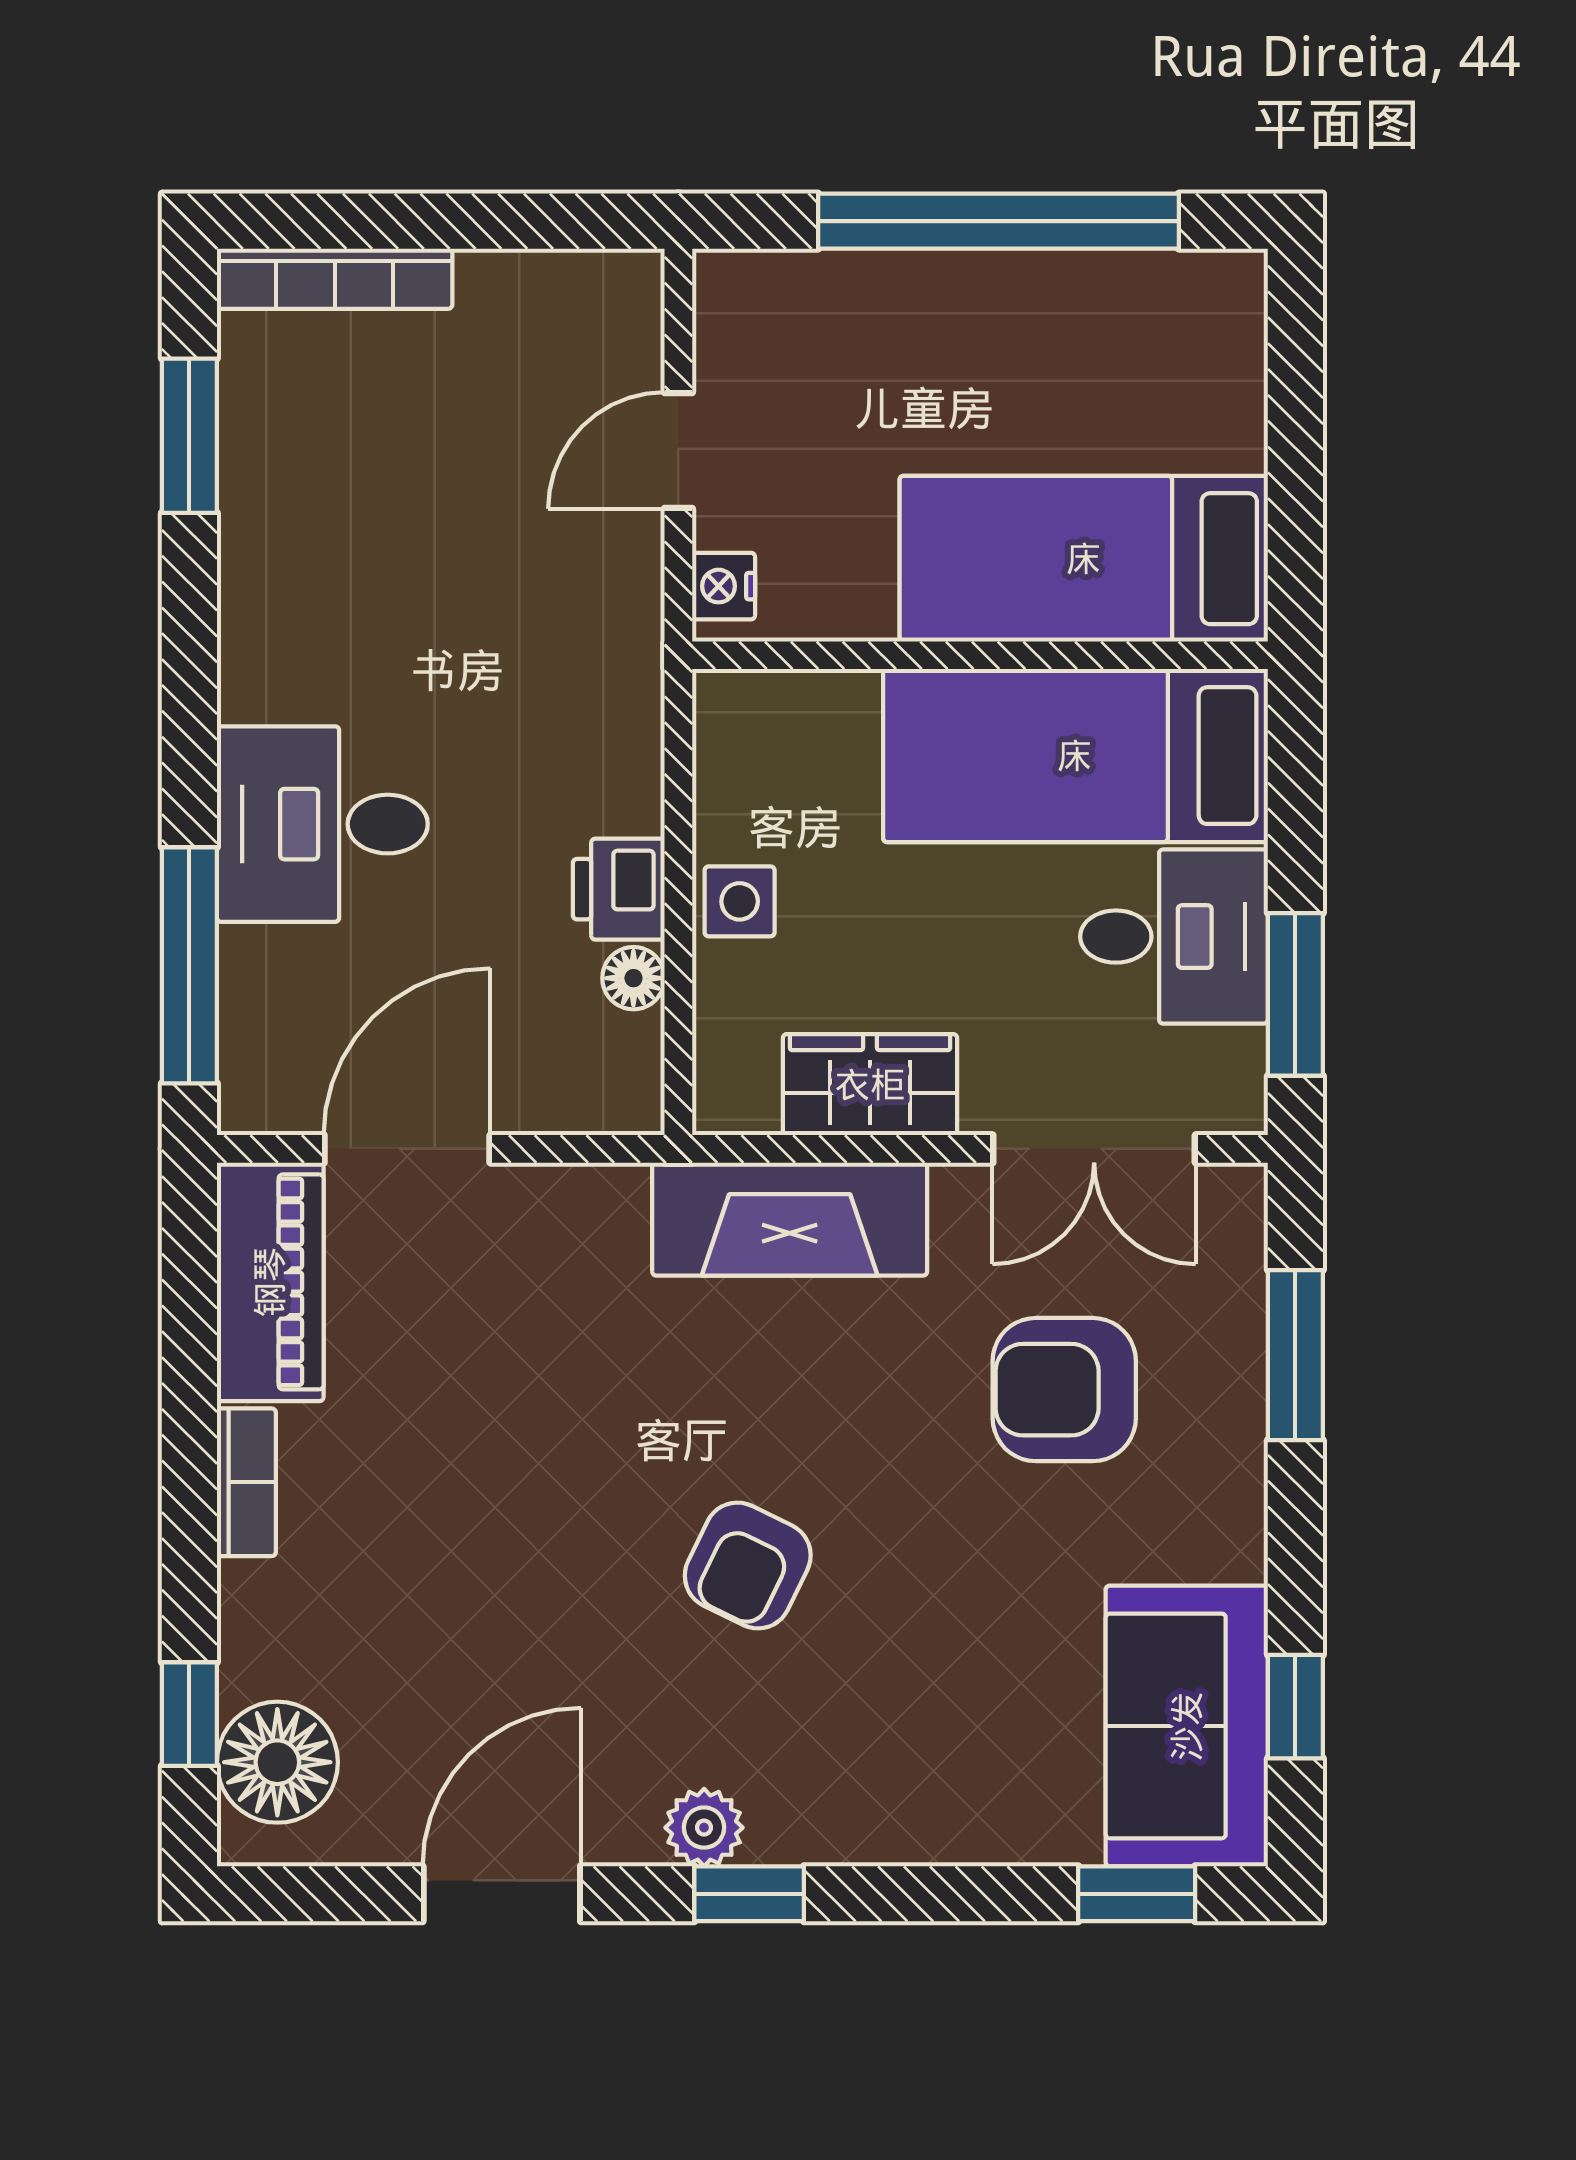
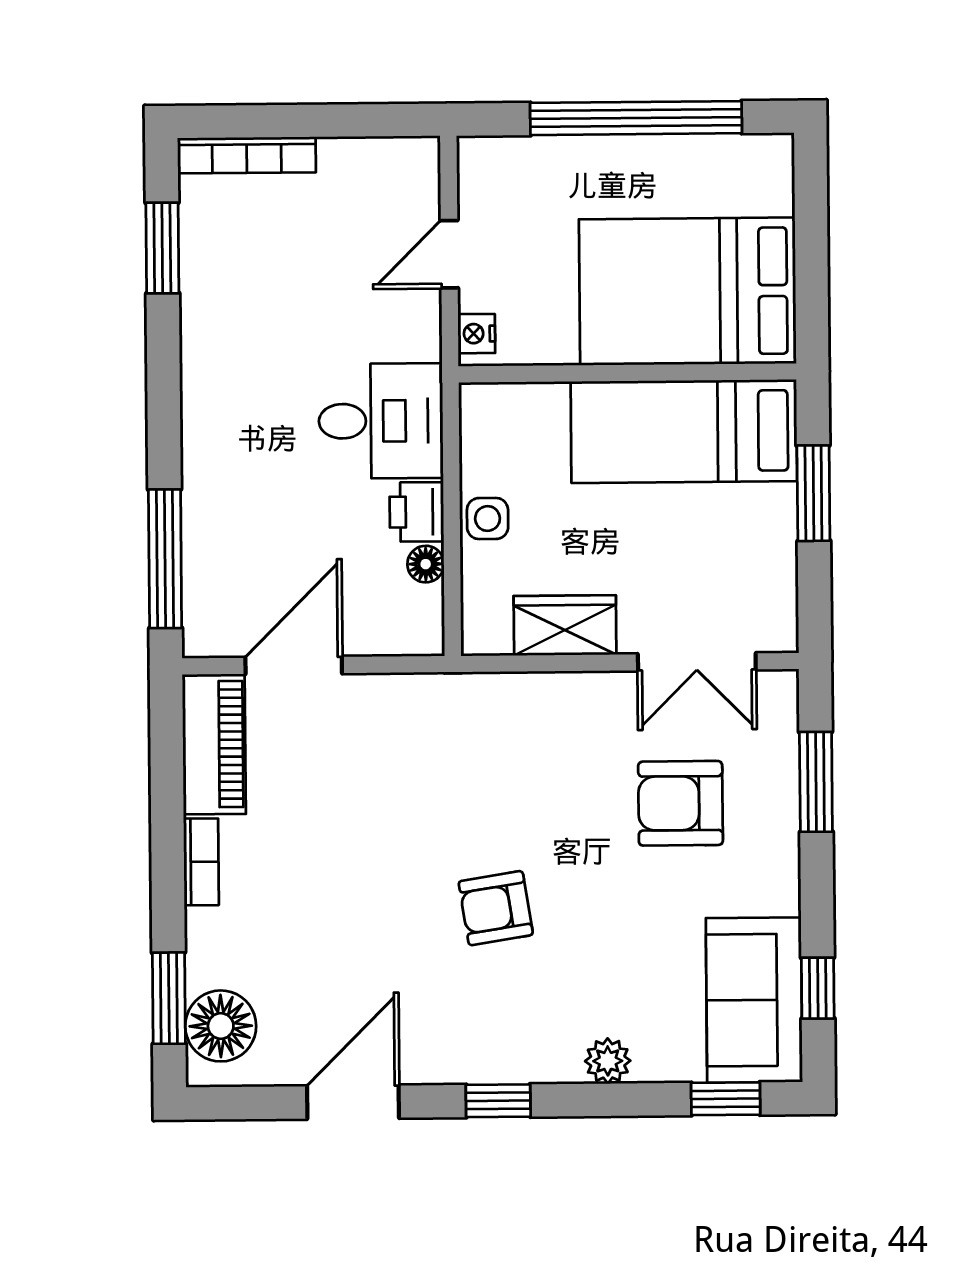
bed: (1084, 559) -> (688, 291), width x1.50
desk: (322, 824) -> (381, 421), moved, turned 180
desk: (1174, 937) -> (743, 537), removed
window: (1295, 994) -> (813, 493), moved
fireplace: (790, 1219) -> (519, 705), removed
armchair: (748, 1565) -> (496, 908), turned 55
window: (189, 1714) -> (169, 998), width x1.50
plant: (704, 1828) -> (608, 1061), moved

